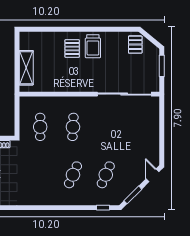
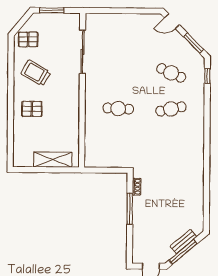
trolley: (93, 46) -> (36, 73), moved, turned -150
sliding door: (124, 94) -> (82, 52), width x0.73
cafe table: (40, 127) -> (118, 145), removed
cafe table: (73, 175) -> (171, 109), turned -36

